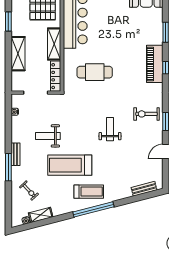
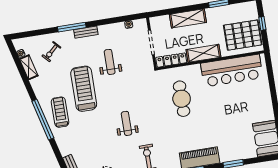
weight bench: (110, 129) -> (127, 123), turned -90
treadmill: (89, 192) -> (60, 112), turned 180

